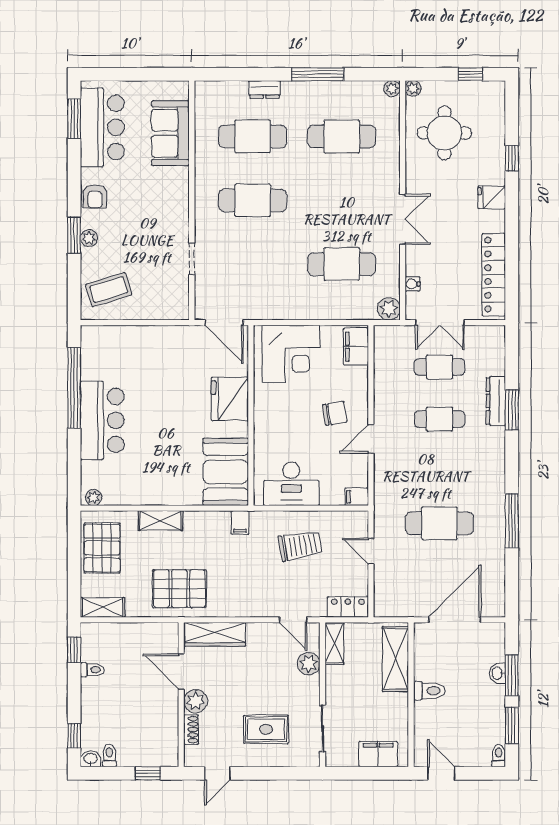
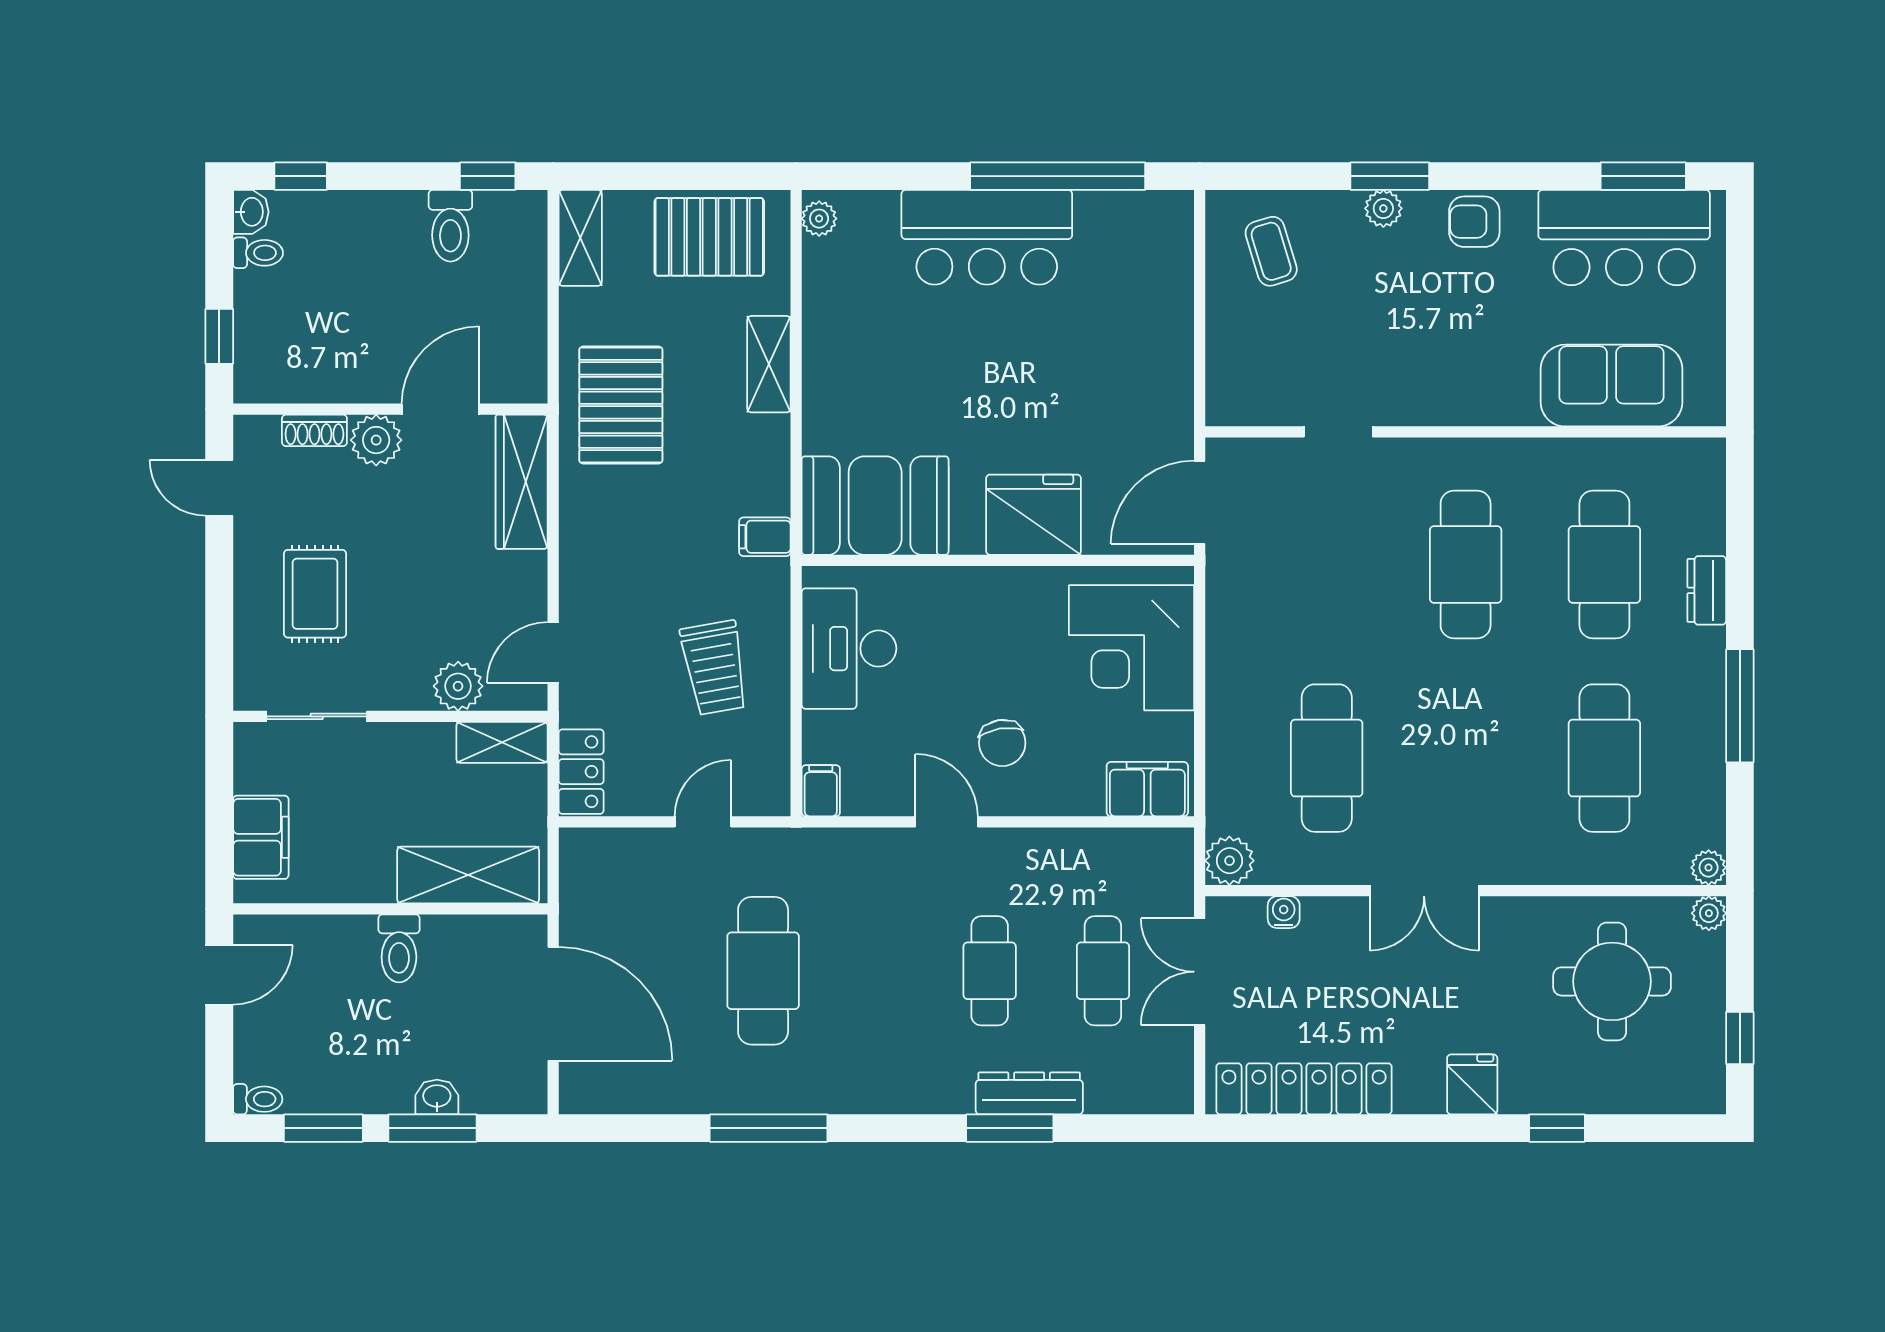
coffee table: (109, 290) -> (1271, 251), width x0.73, depth x0.77
toilet: (92, 670) -> (450, 226), width x1.37, depth x1.39

